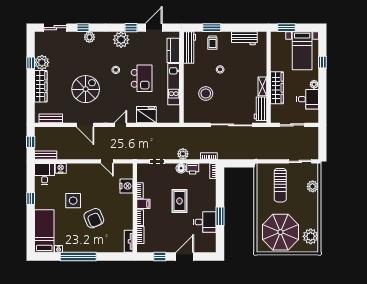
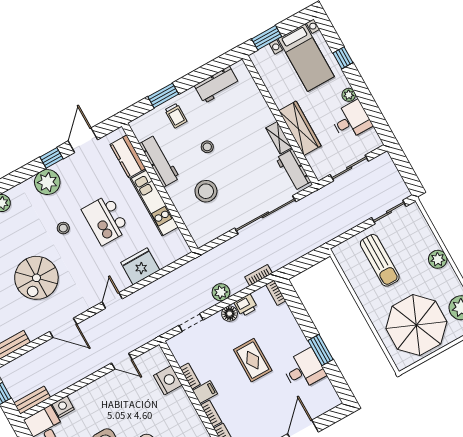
workbench: (189, 47) -> (160, 161), moved
kitchen island: (142, 78) -> (105, 220), turned 180
spiral stairs: (86, 89) -> (36, 278), turned 180
plant: (313, 186) -> (438, 259), moved

